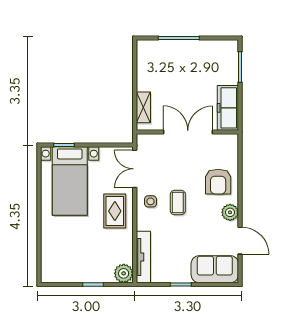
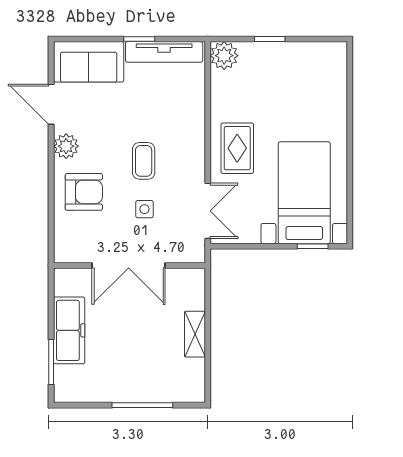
shelving: (143, 107) -> (195, 334), moved
freezer: (228, 108) -> (69, 330), moved
armchair: (218, 182) -> (84, 192), turned 90
side table: (150, 201) -> (144, 209), moved
tv unit: (143, 257) -> (164, 52), moved, turned -90

